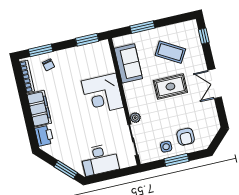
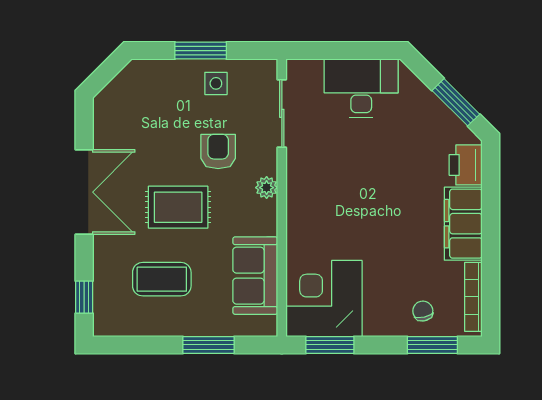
coffee table: (170, 52) -> (162, 279), turned -30
double door: (215, 84) -> (84, 192), width x1.37
corner desk: (102, 94) -> (324, 299), moved, turned -90
plant: (135, 118) -> (267, 188), moved
armchair: (186, 137) -> (218, 151), moved
window: (66, 170) -> (456, 102), moved

